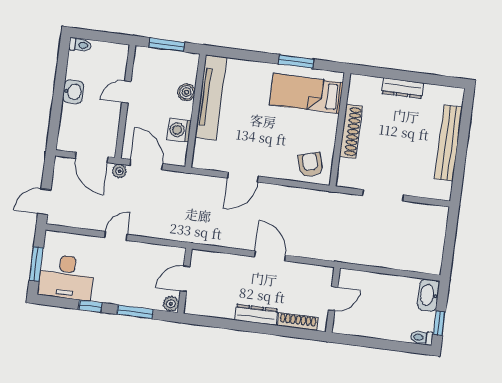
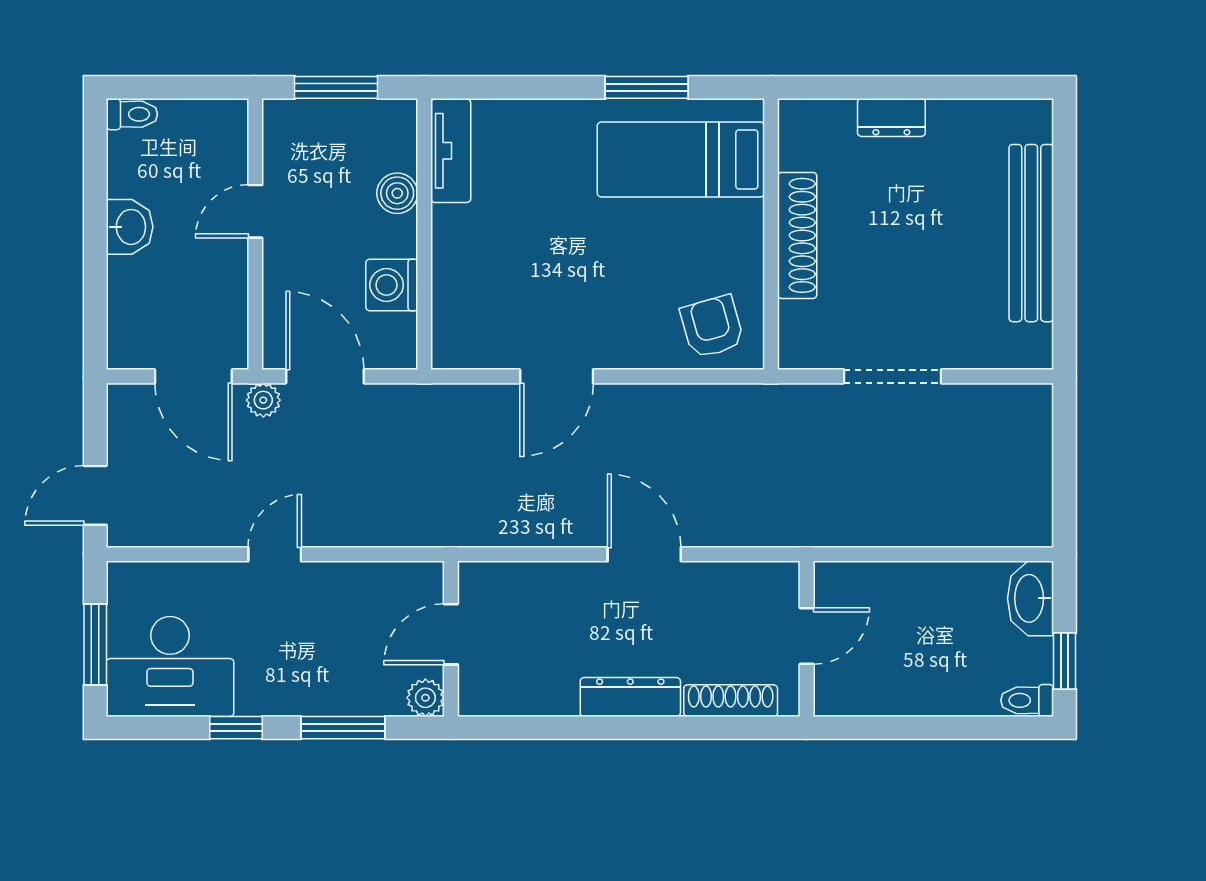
dresser: (403, 88) -> (891, 117), width x0.70
tv unit: (211, 98) -> (451, 151), width x0.52, depth x0.78

